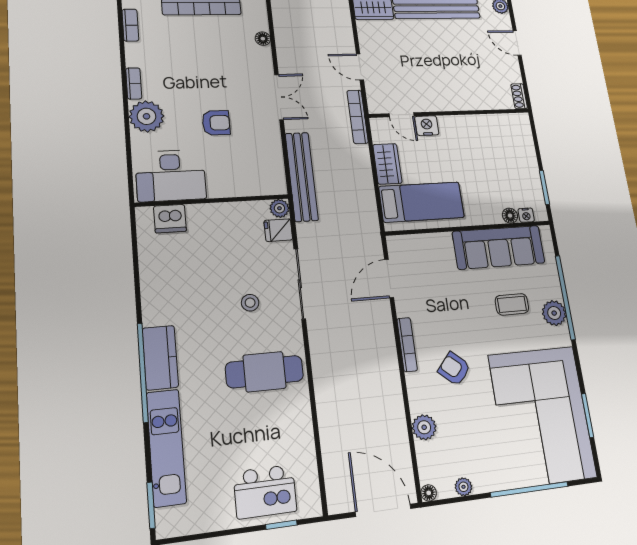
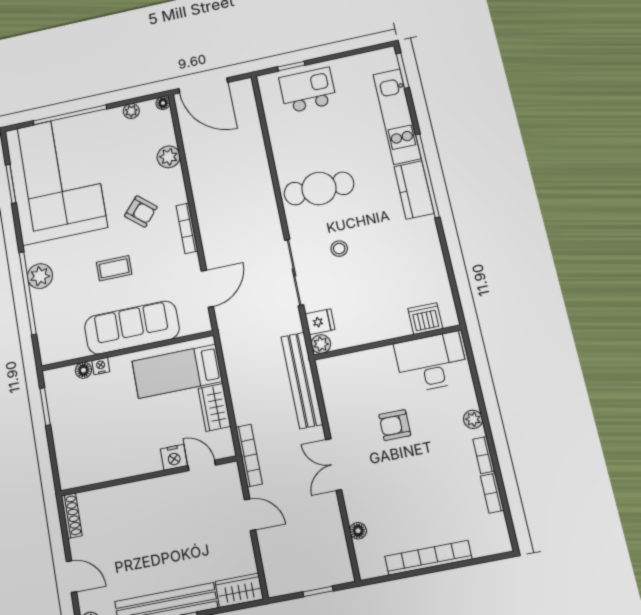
bookcase: (130, 25) -> (492, 493), moved
shoe rack: (519, 96) -> (72, 516), width x1.43
plant: (147, 116) -> (473, 419), width x0.53, depth x0.53
nightstand: (526, 215) -> (101, 366), moved
sofa: (499, 247) -> (132, 328), moved
coffee table: (512, 304) -> (114, 268), moved

